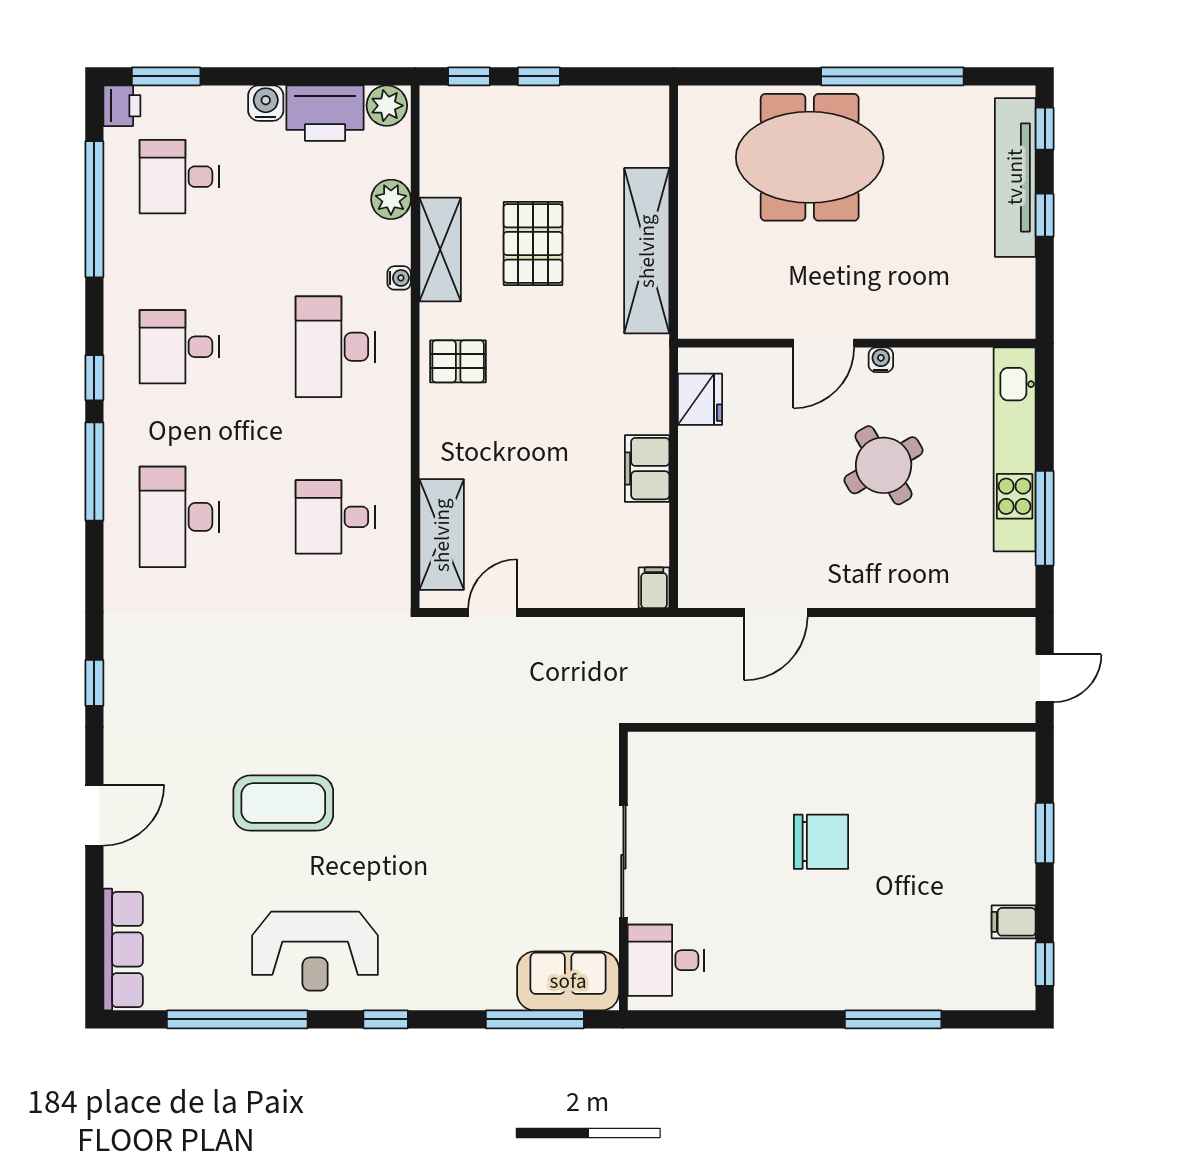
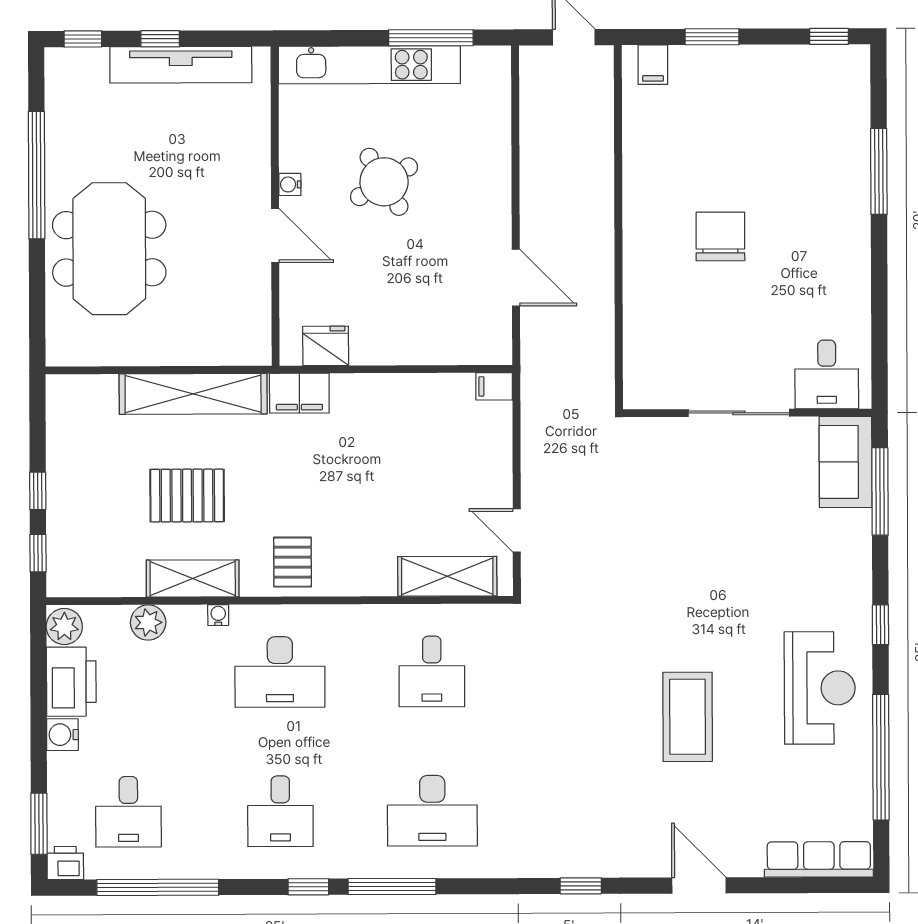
tv unit: (1015, 177) -> (181, 65), moved
filing cabinet: (647, 469) -> (299, 393), moved
filing cabinet: (1014, 922) -> (653, 65), moved

